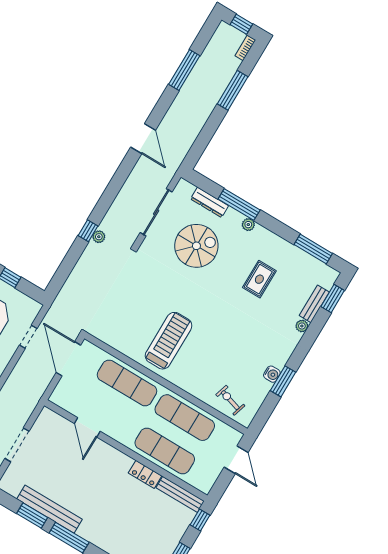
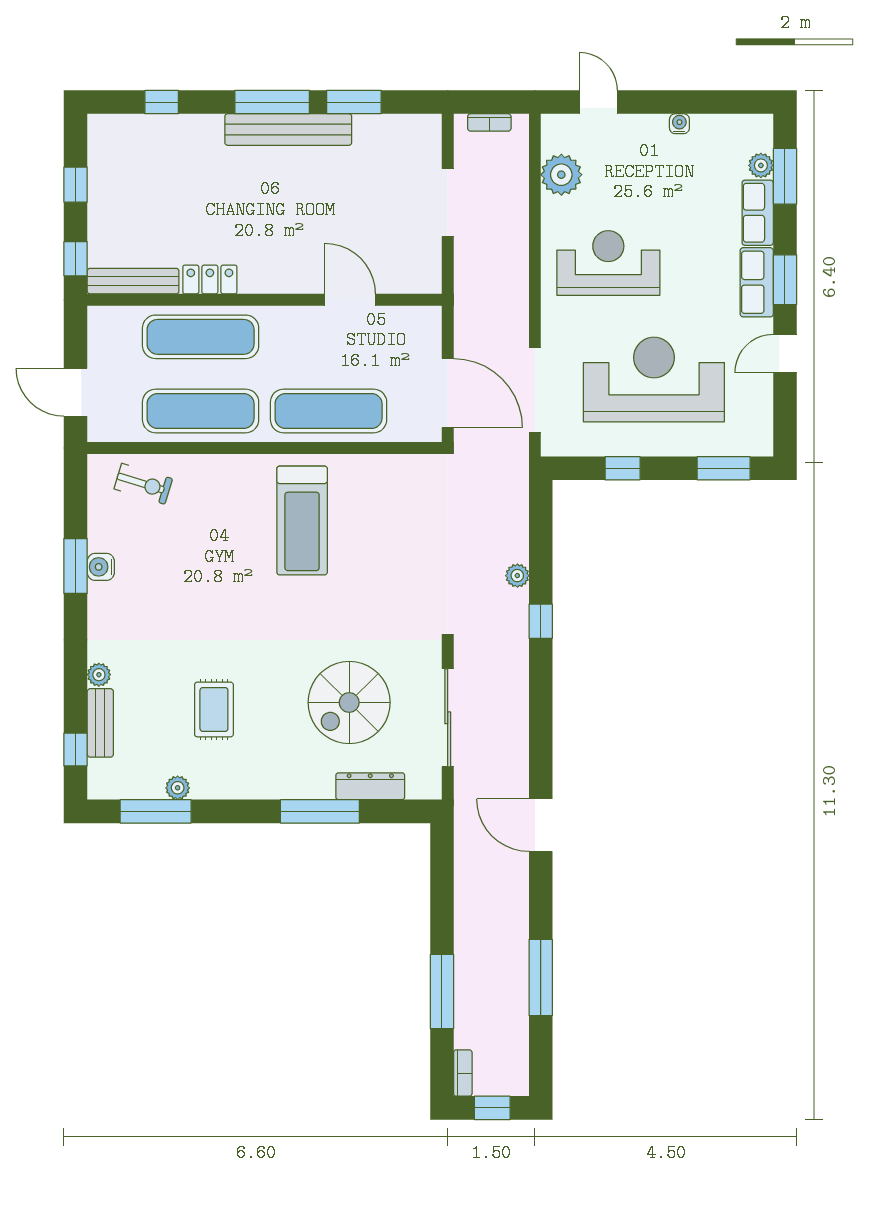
plant: (248, 225) -> (178, 788), moved
plant: (99, 237) -> (517, 576), moved
window: (333, 298) -> (76, 750), width x0.67
doorway: (28, 337) -> (535, 390), width x1.87
bench: (50, 509) -> (288, 130), moved

